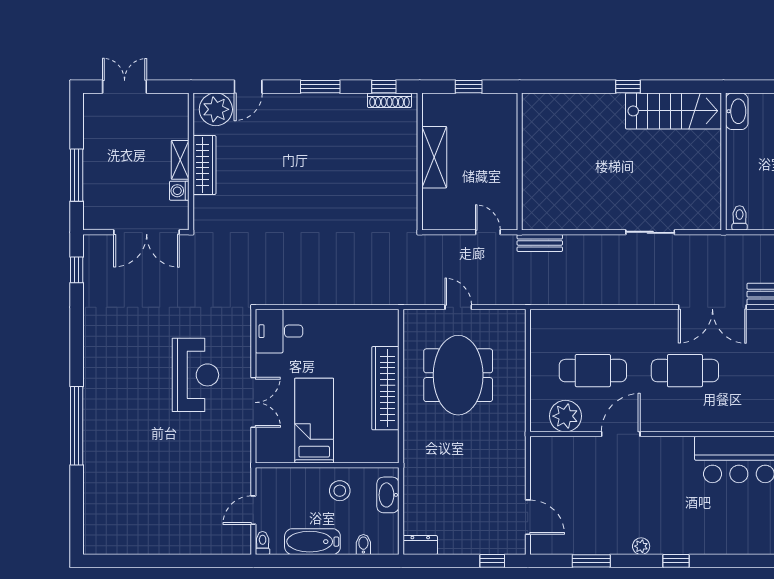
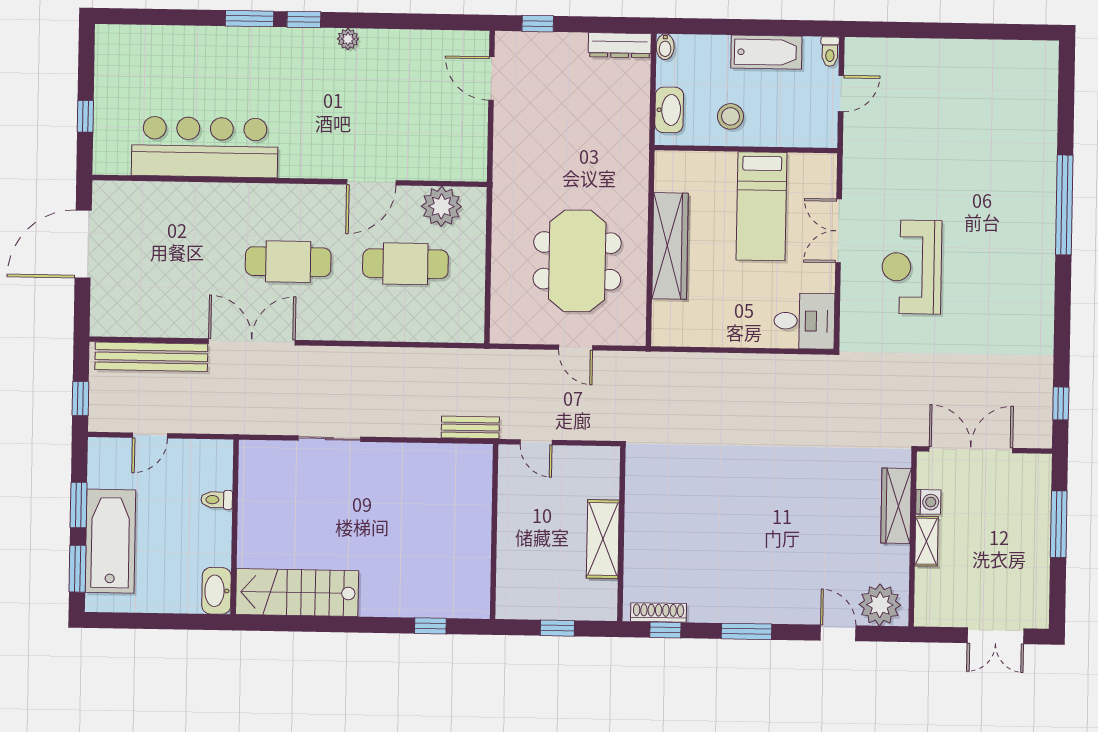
door: (248, 87) -> (838, 633), hinge flipped
window: (628, 87) -> (430, 626), moved
wardrobe: (204, 165) -> (896, 506), moved
toilet: (740, 218) -> (217, 500), moved, turned 90
bidet: (363, 544) -> (665, 47), moved
dresser: (420, 545) -> (620, 45), width x1.44
window: (591, 561) -> (250, 19), moved

